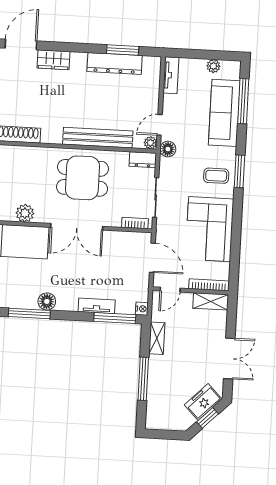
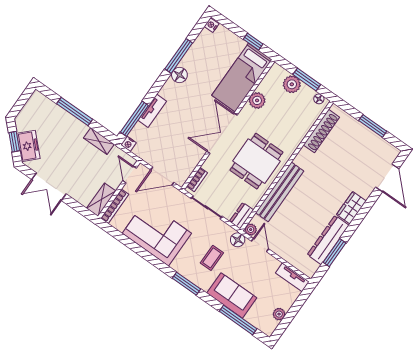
wardrobe: (53, 60) -> (351, 208), moved
sofa: (224, 113) -> (232, 295), width x0.73
coffee table: (216, 176) -> (212, 258), moved

